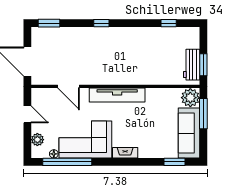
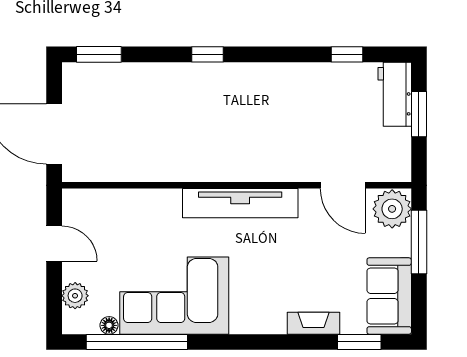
workbench: (192, 65) -> (395, 94), moved
window: (203, 65) -> (419, 114), moved
door: (69, 86) -> (343, 185), moved
sofa: (189, 133) -> (389, 296), width x0.73
fireplace: (125, 153) -> (313, 323), moved

